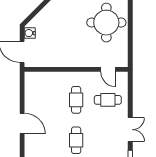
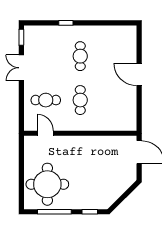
water cooler: (30, 33) -> (131, 173), removed

